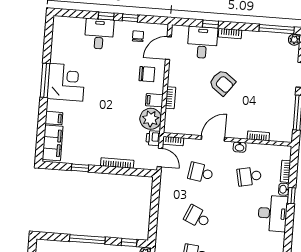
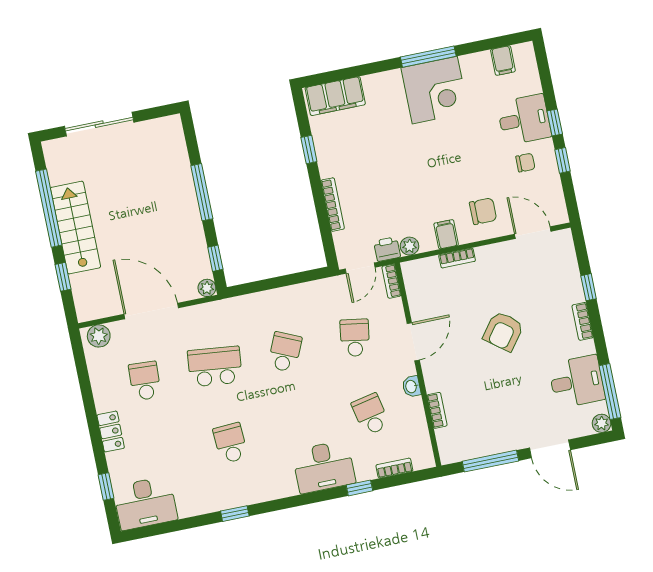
chair: (138, 36) -> (525, 163), moved
desk: (202, 42) -> (577, 382), moved
chair: (147, 74) -> (483, 211), turned -90
filing cabinet: (54, 118) -> (503, 61), moved
plant: (151, 119) -> (410, 246), width x0.53, depth x0.53
door: (213, 138) -> (413, 342), hinge flipped
washbasin: (284, 189) -> (366, 473), removed

